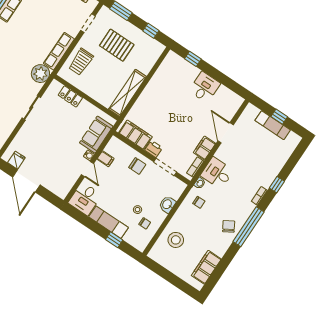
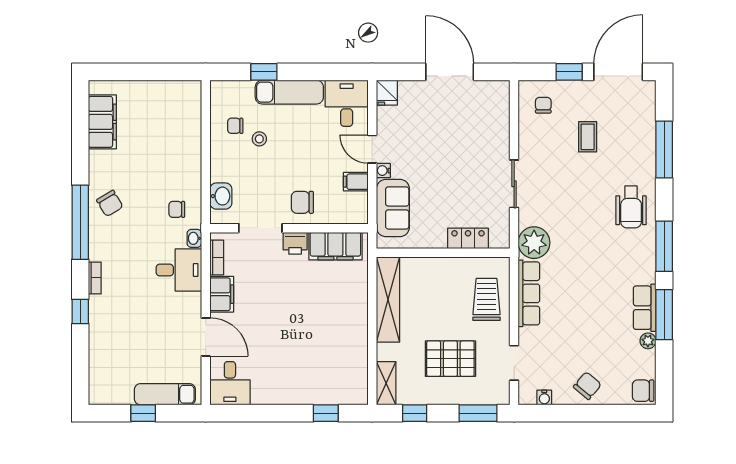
shelving: (155, 54) -> (386, 383), added
desk: (205, 87) -> (230, 383), moved
exam couch: (273, 125) -> (165, 394), moved
fridge: (16, 160) -> (387, 93), moved
washbasin: (167, 204) -> (221, 196), moved
stool: (176, 240) -> (174, 132), removed

